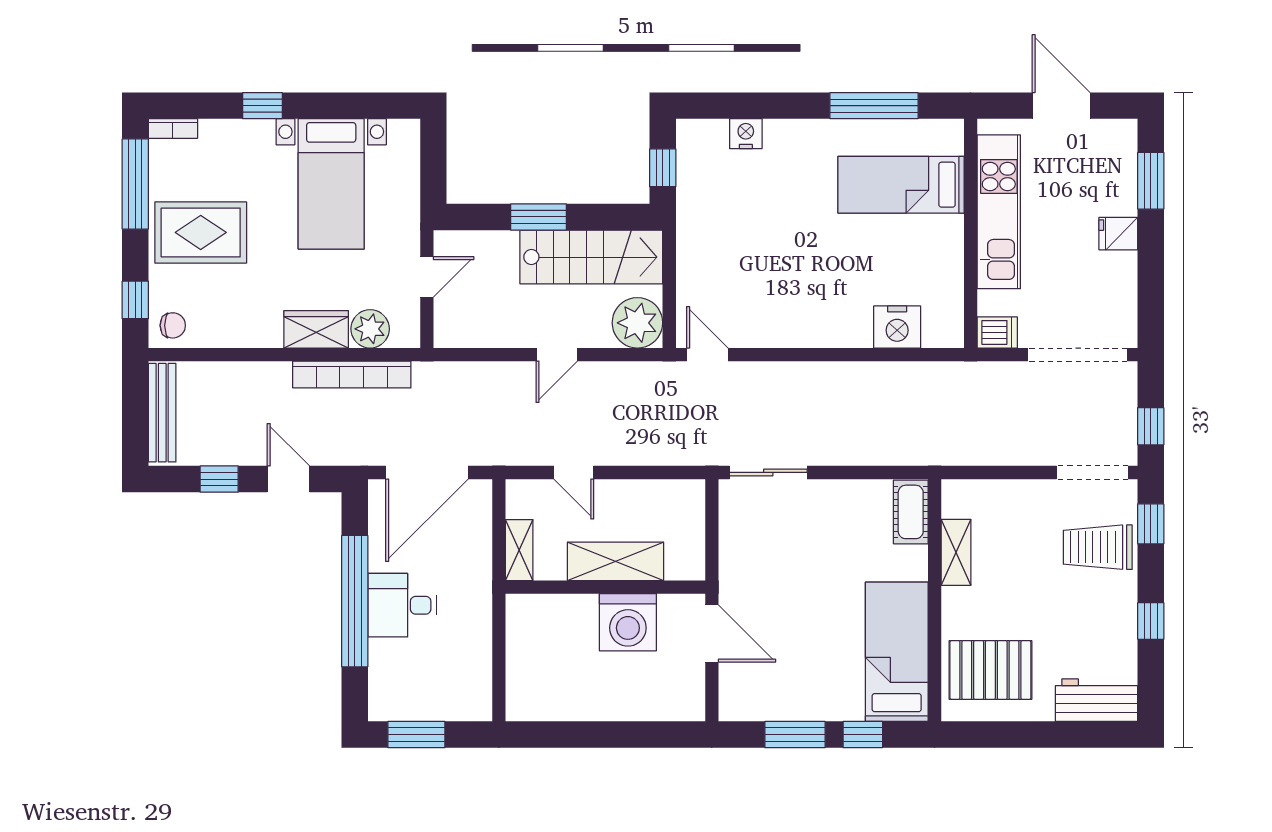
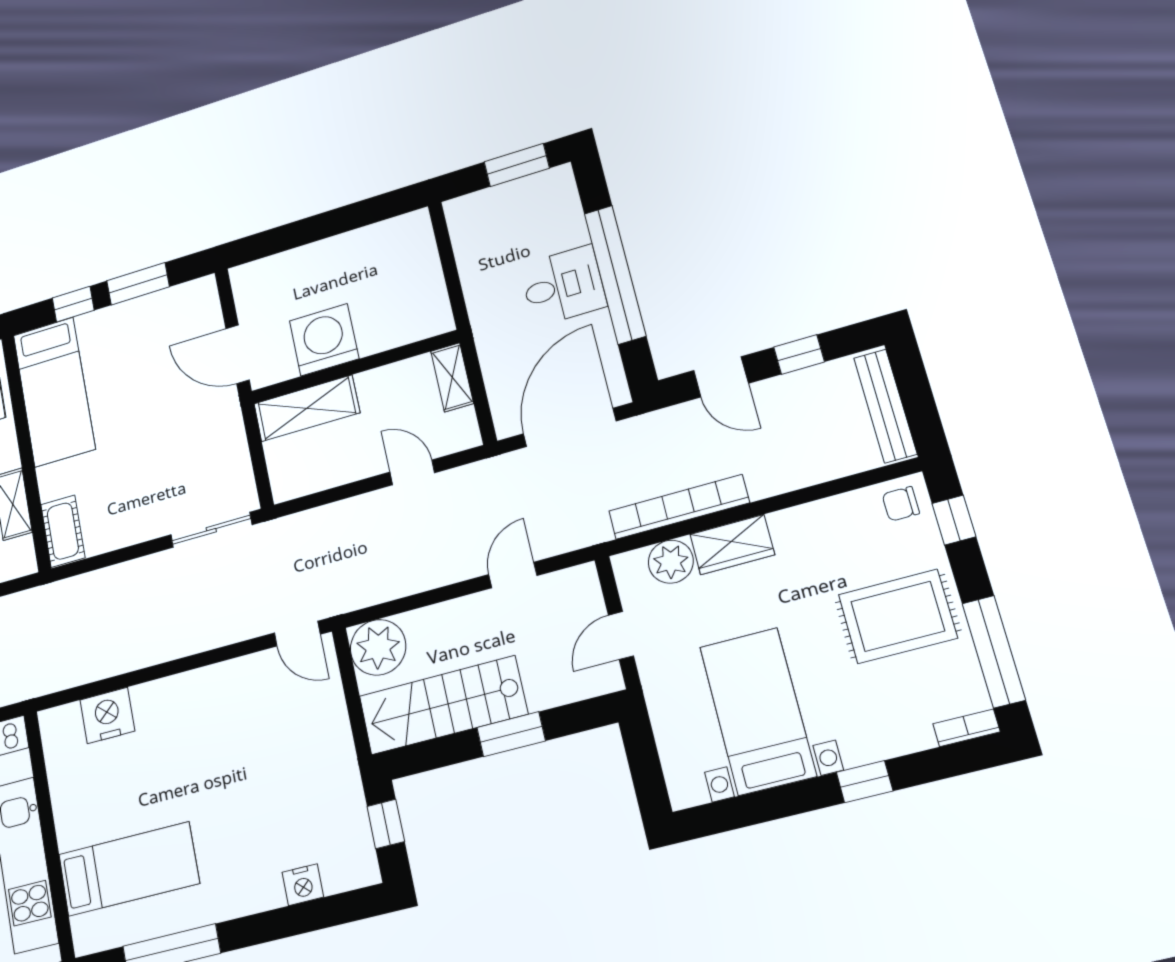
door: (557, 355) -> (513, 575), moved
shelving: (615, 561) -> (307, 408), moved

